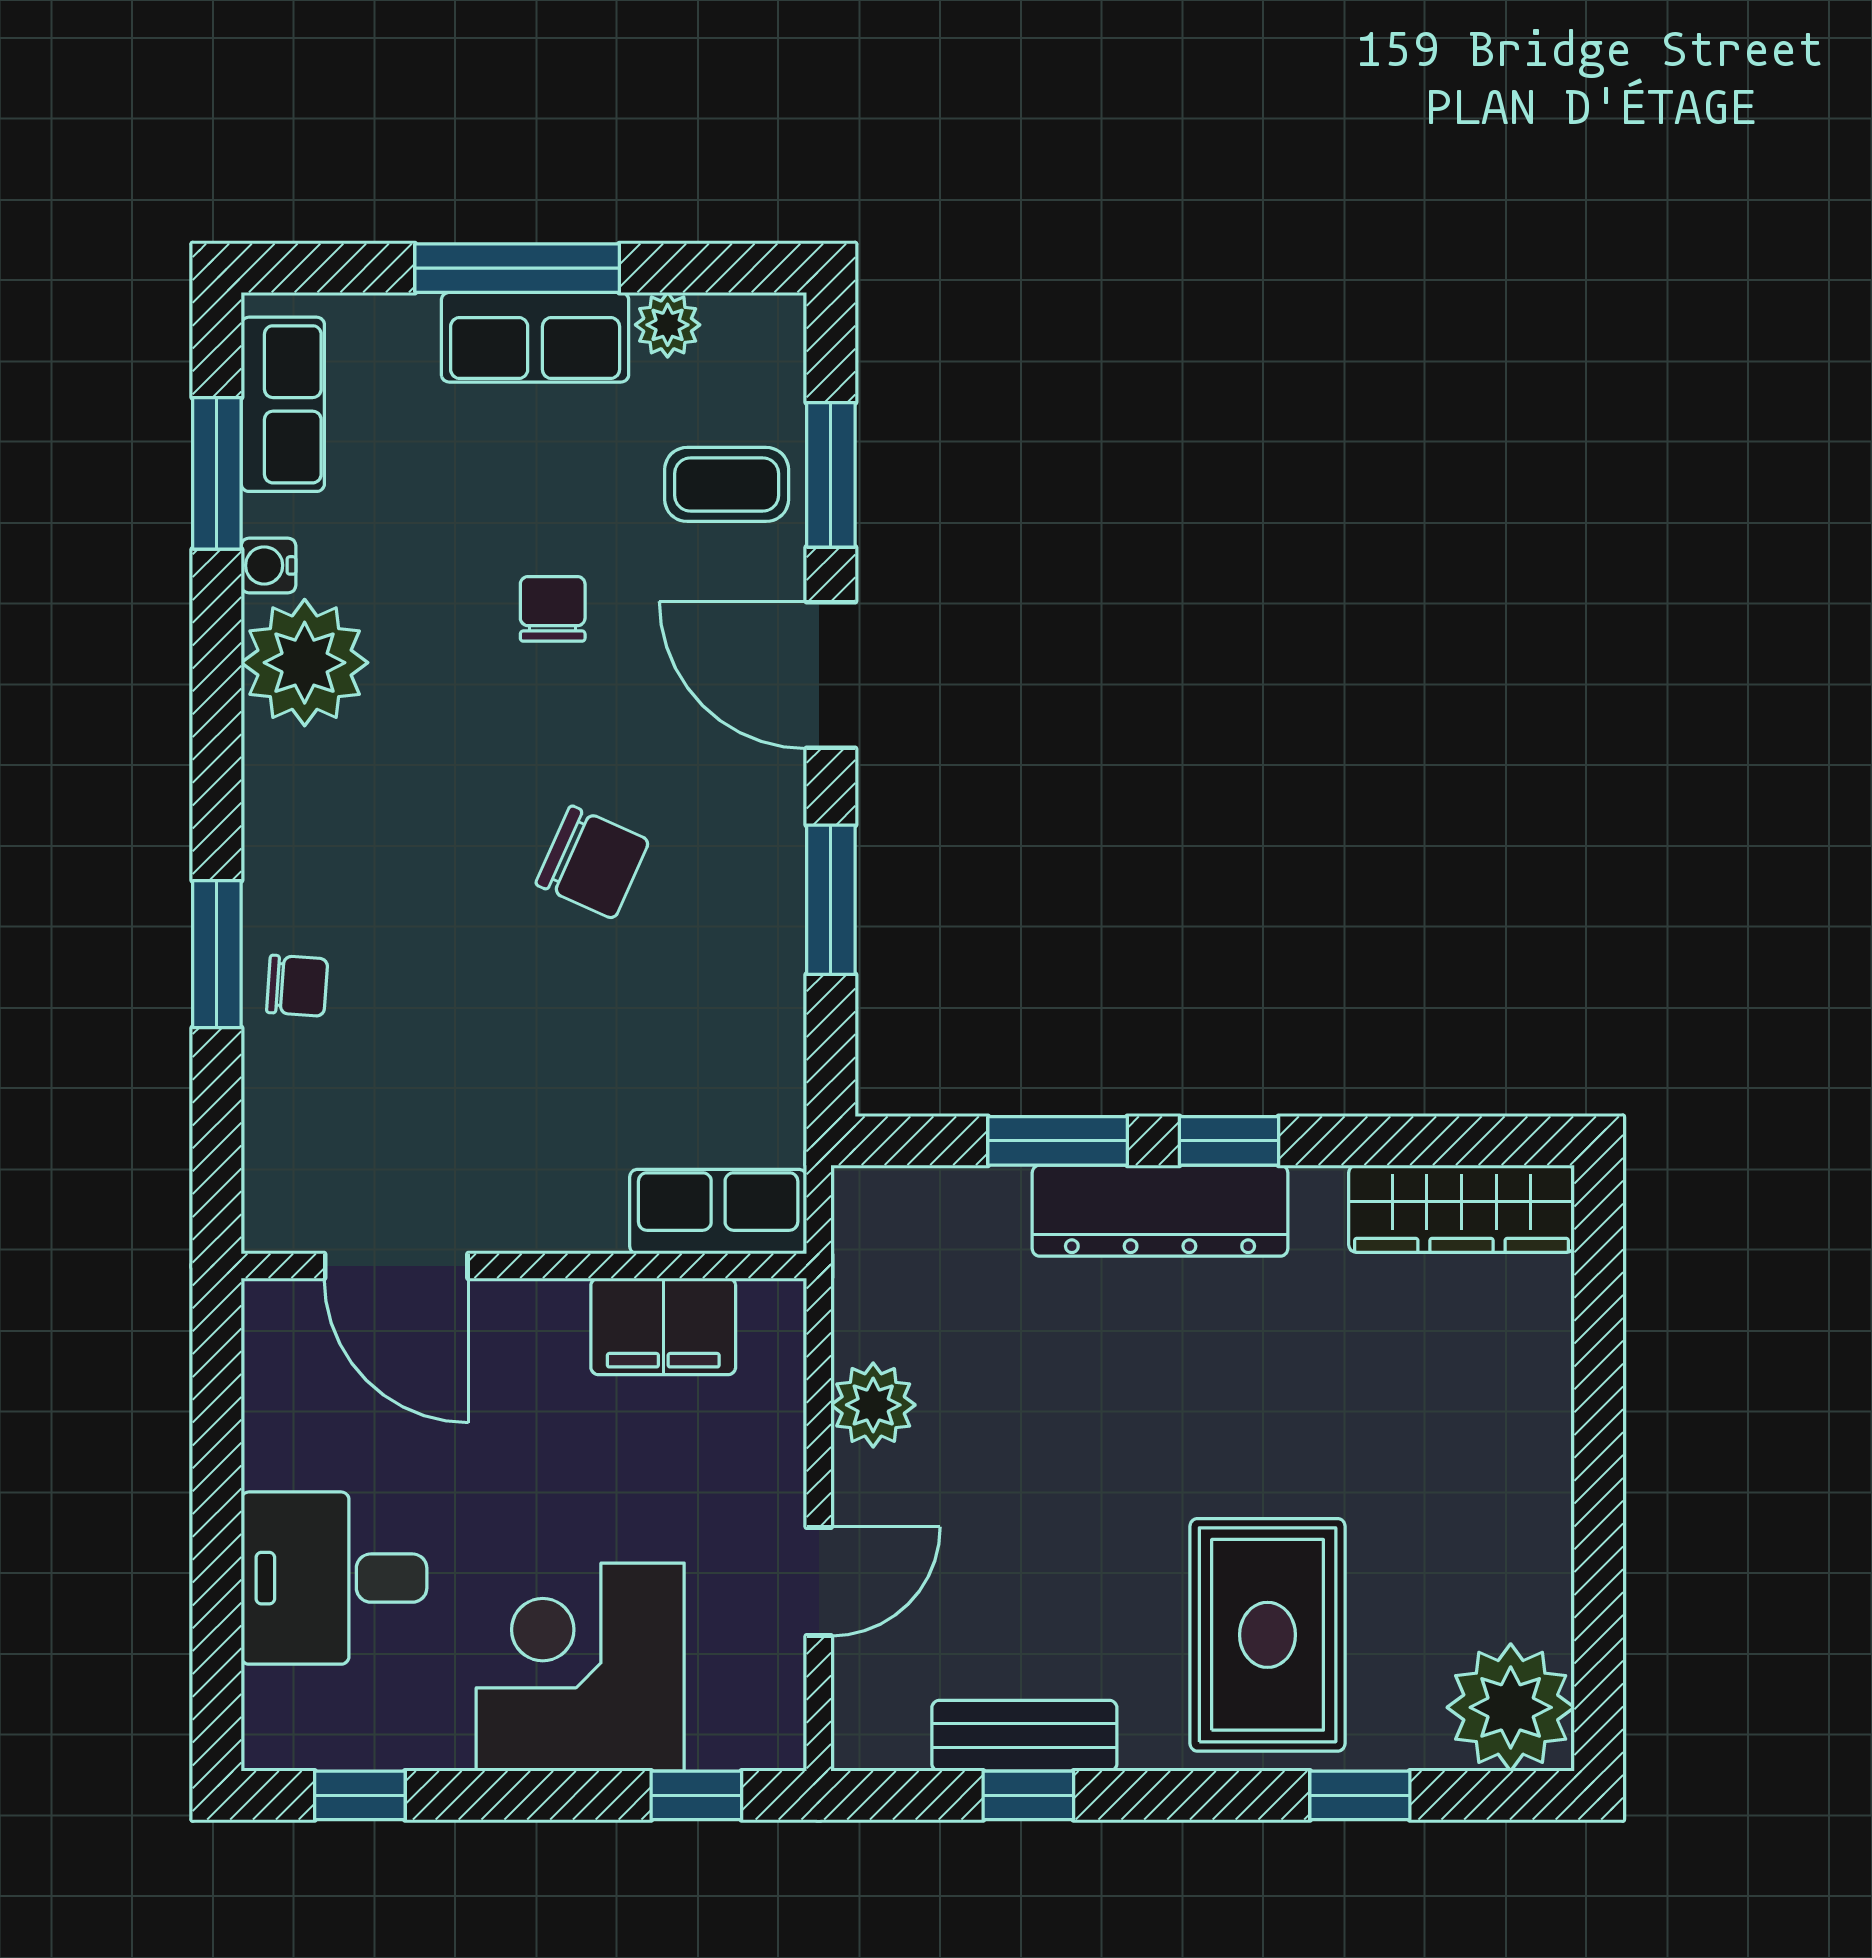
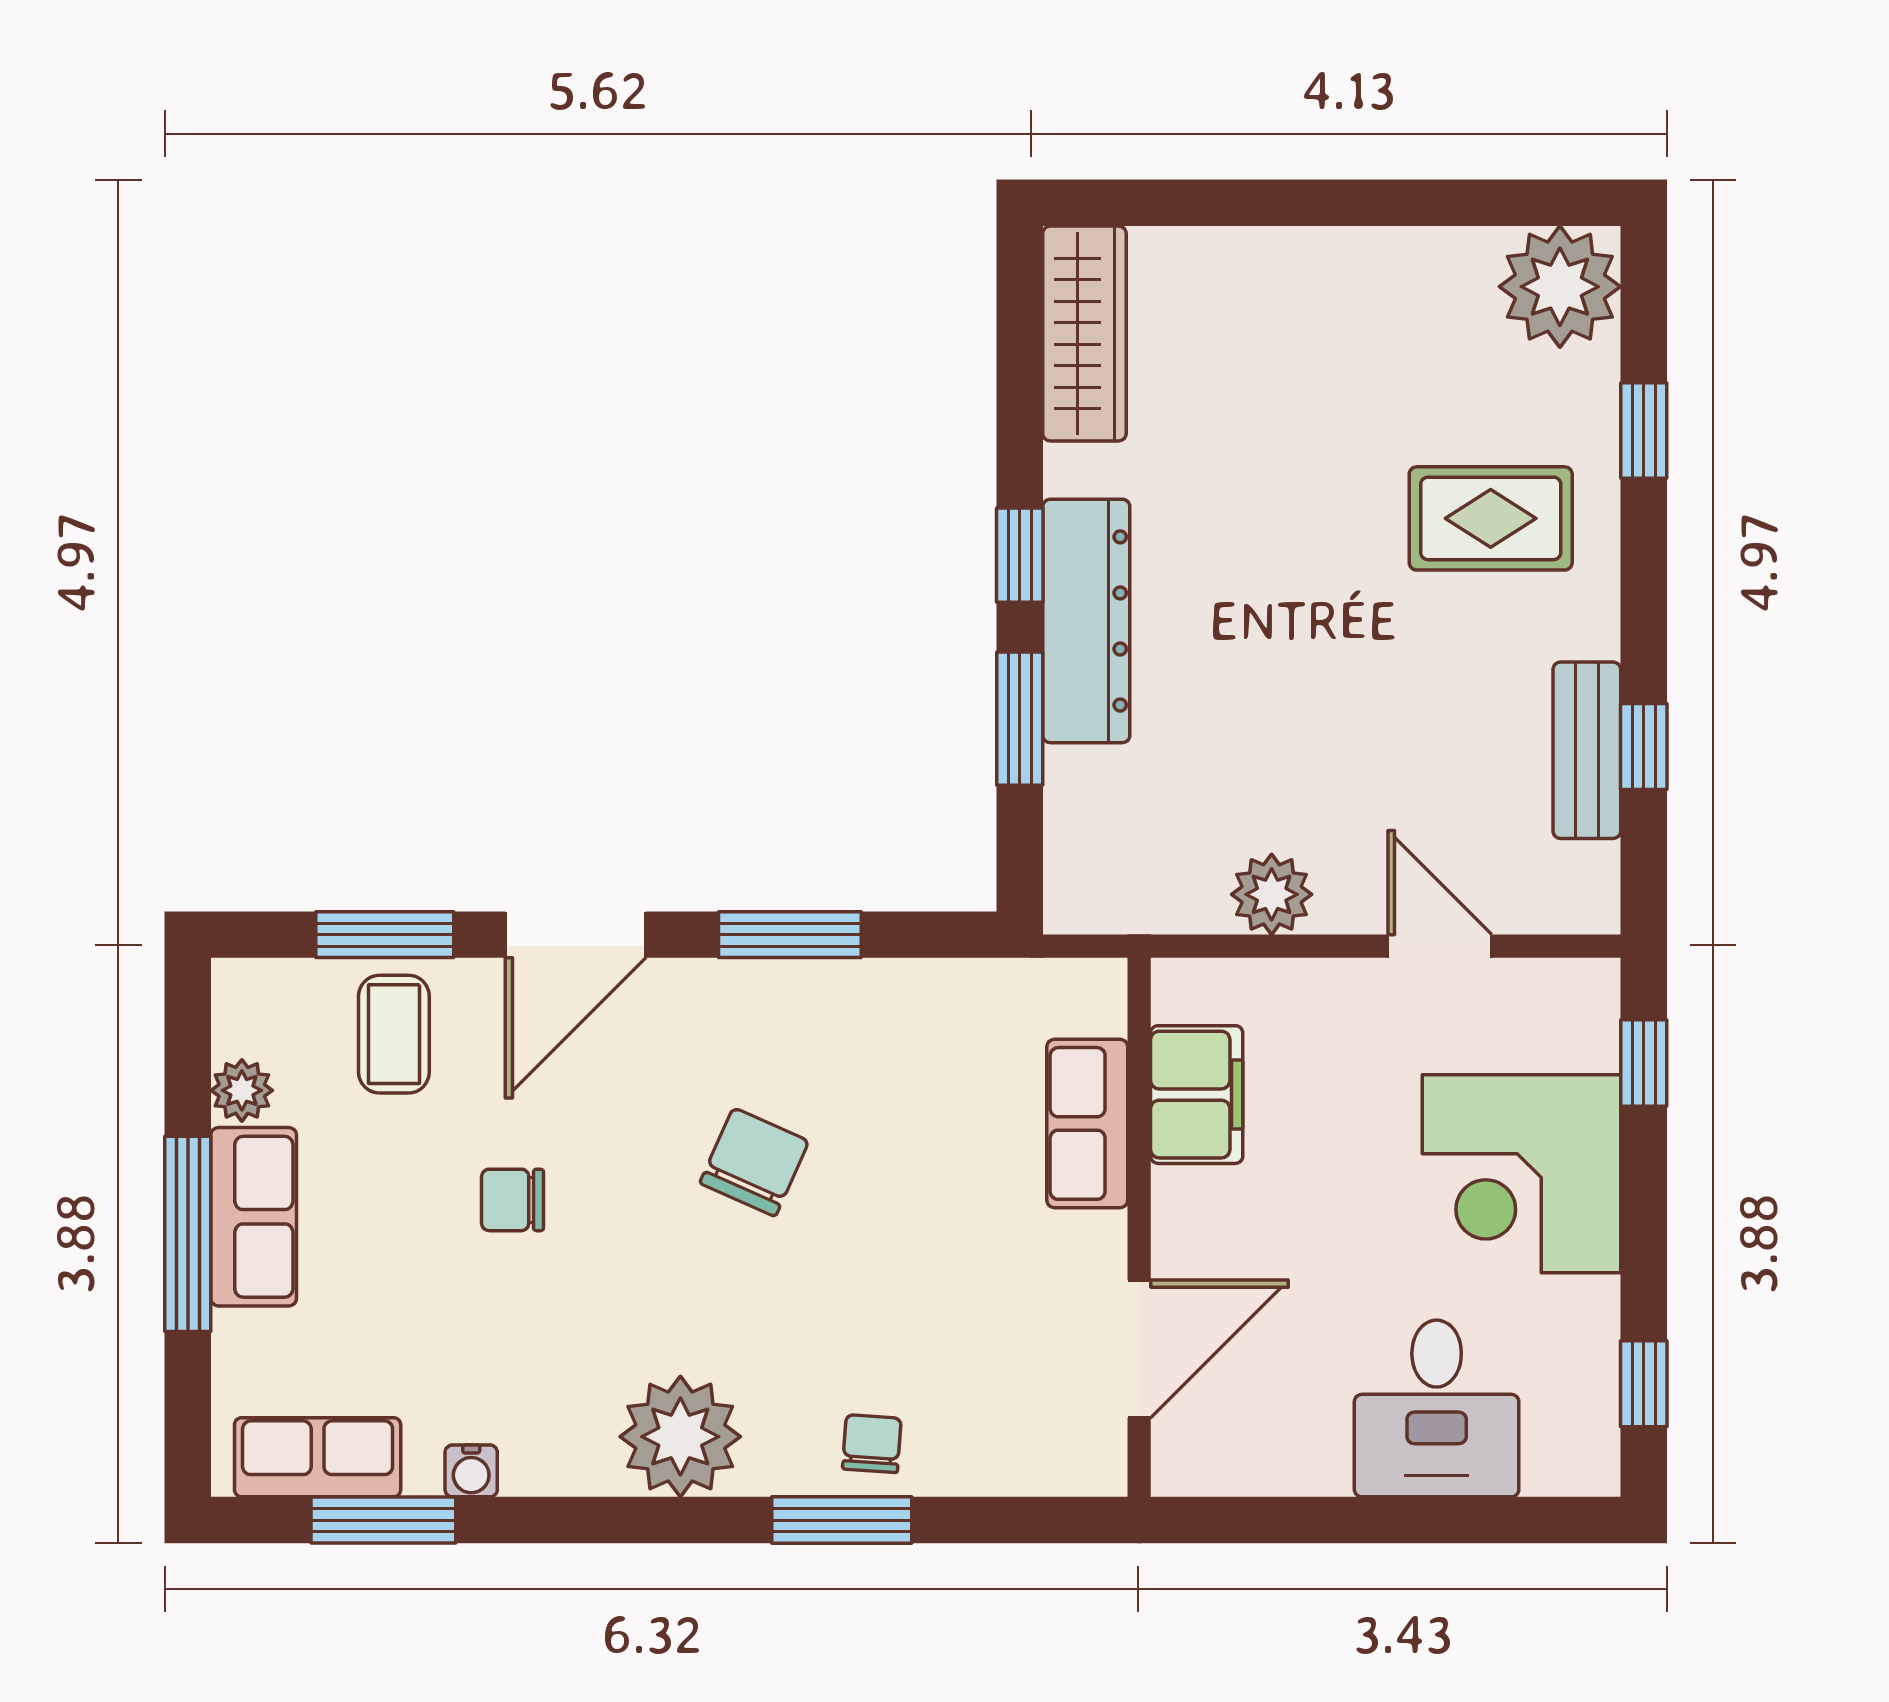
plant: (305, 663) -> (680, 1437), moved
row of seats: (718, 1212) -> (1087, 1123), moved
rug: (1268, 1635) -> (1491, 518), width x0.73, depth x0.70

